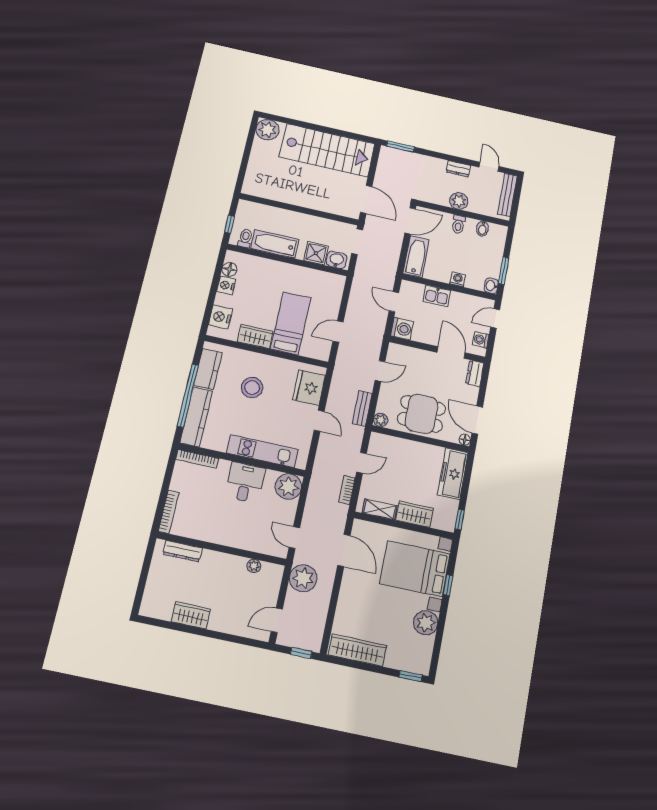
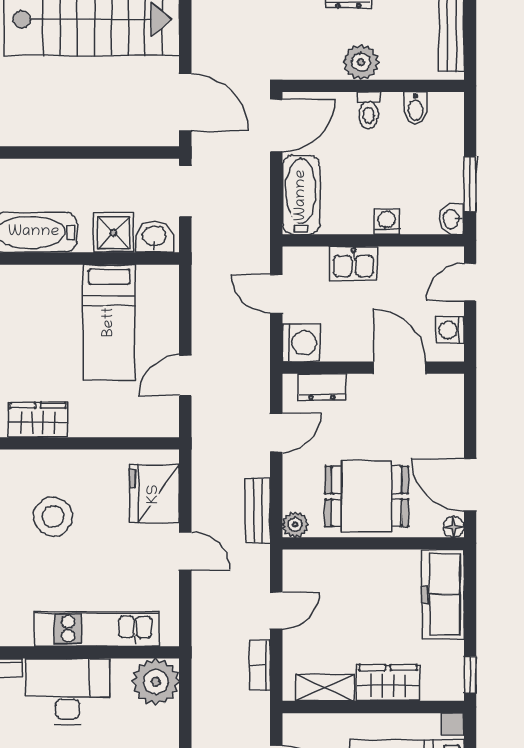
bed: (291, 323) -> (109, 322), moved, turned 180
dresser: (475, 373) -> (322, 387), moved, turned -90
desk: (245, 482) -> (68, 691), width x1.37

